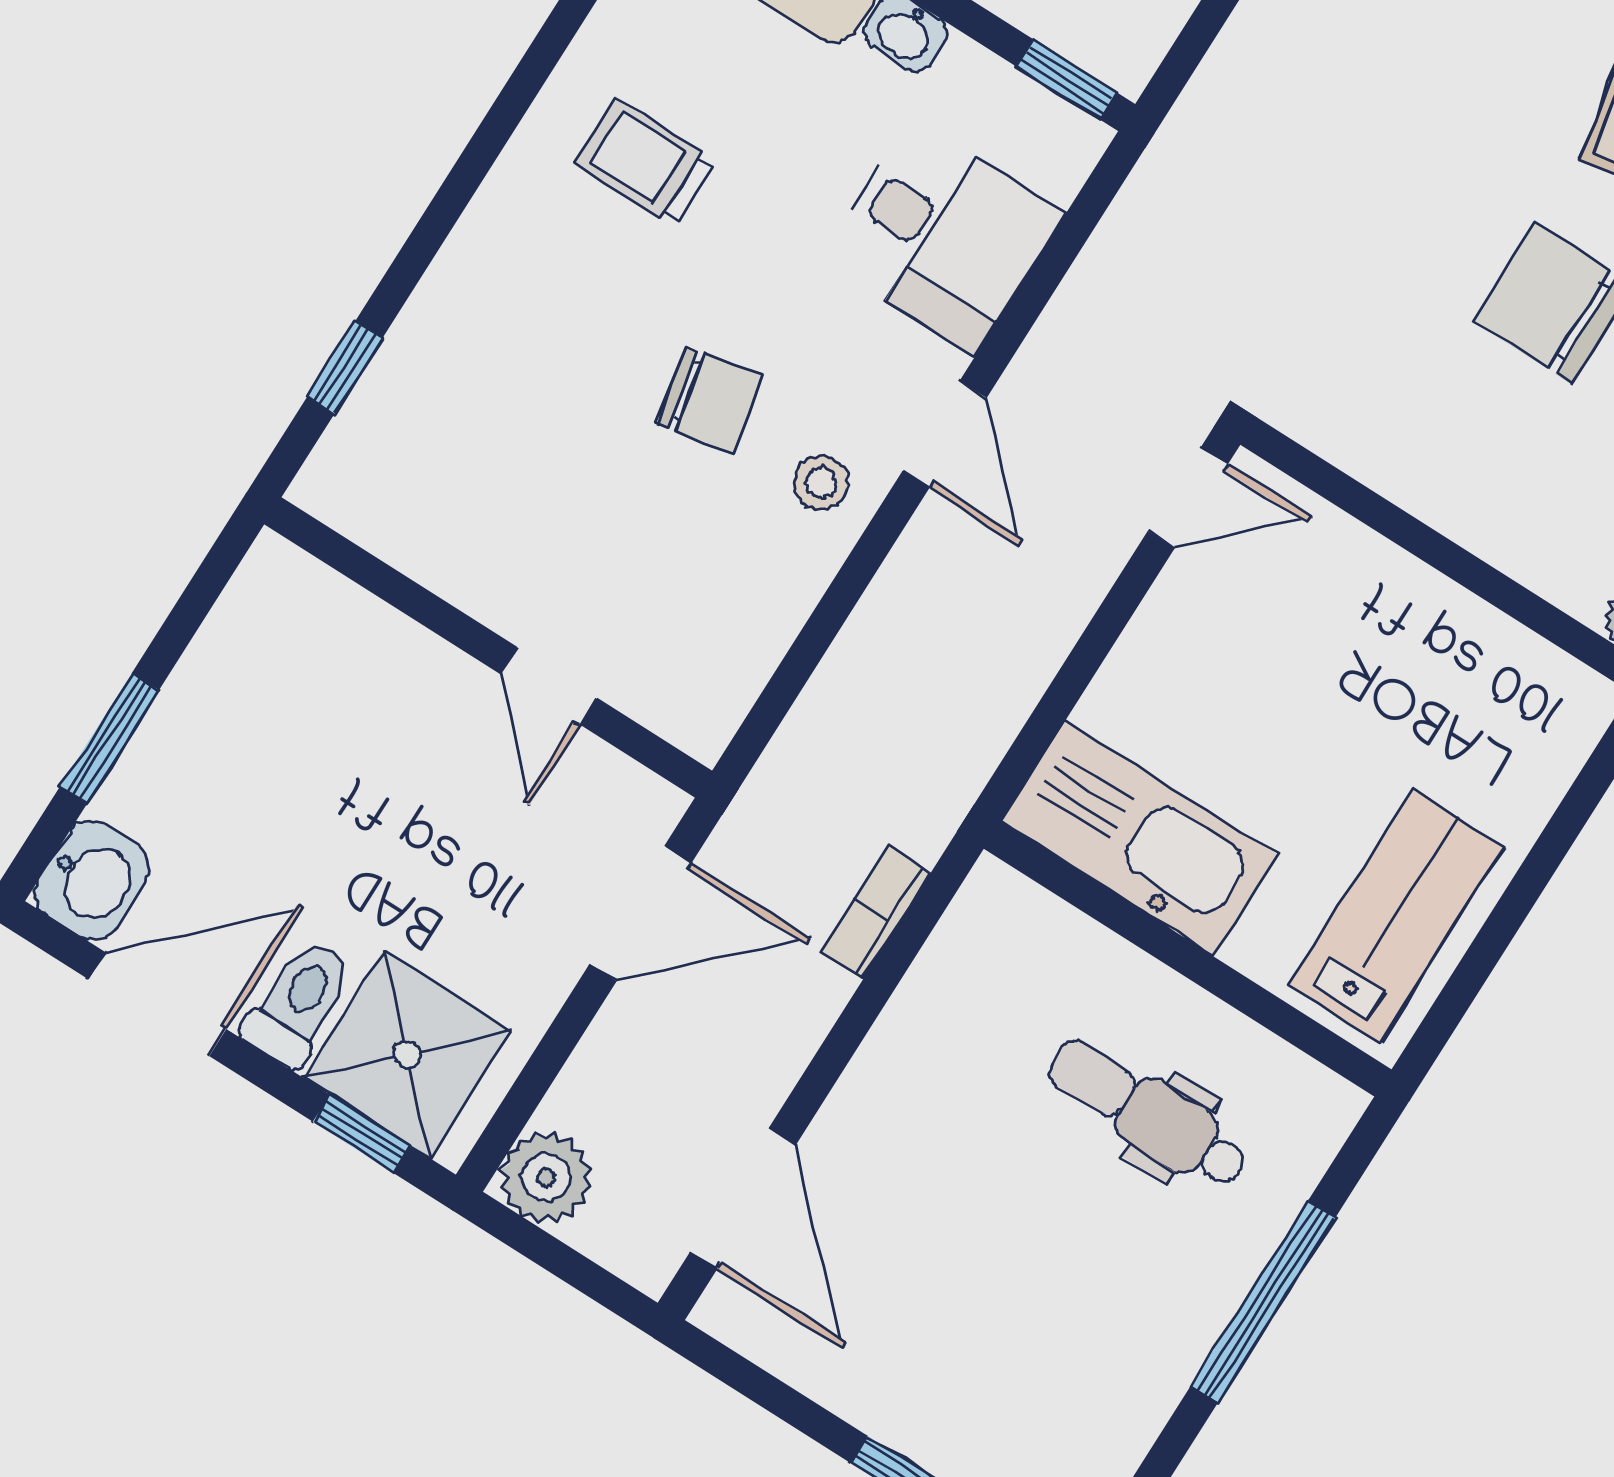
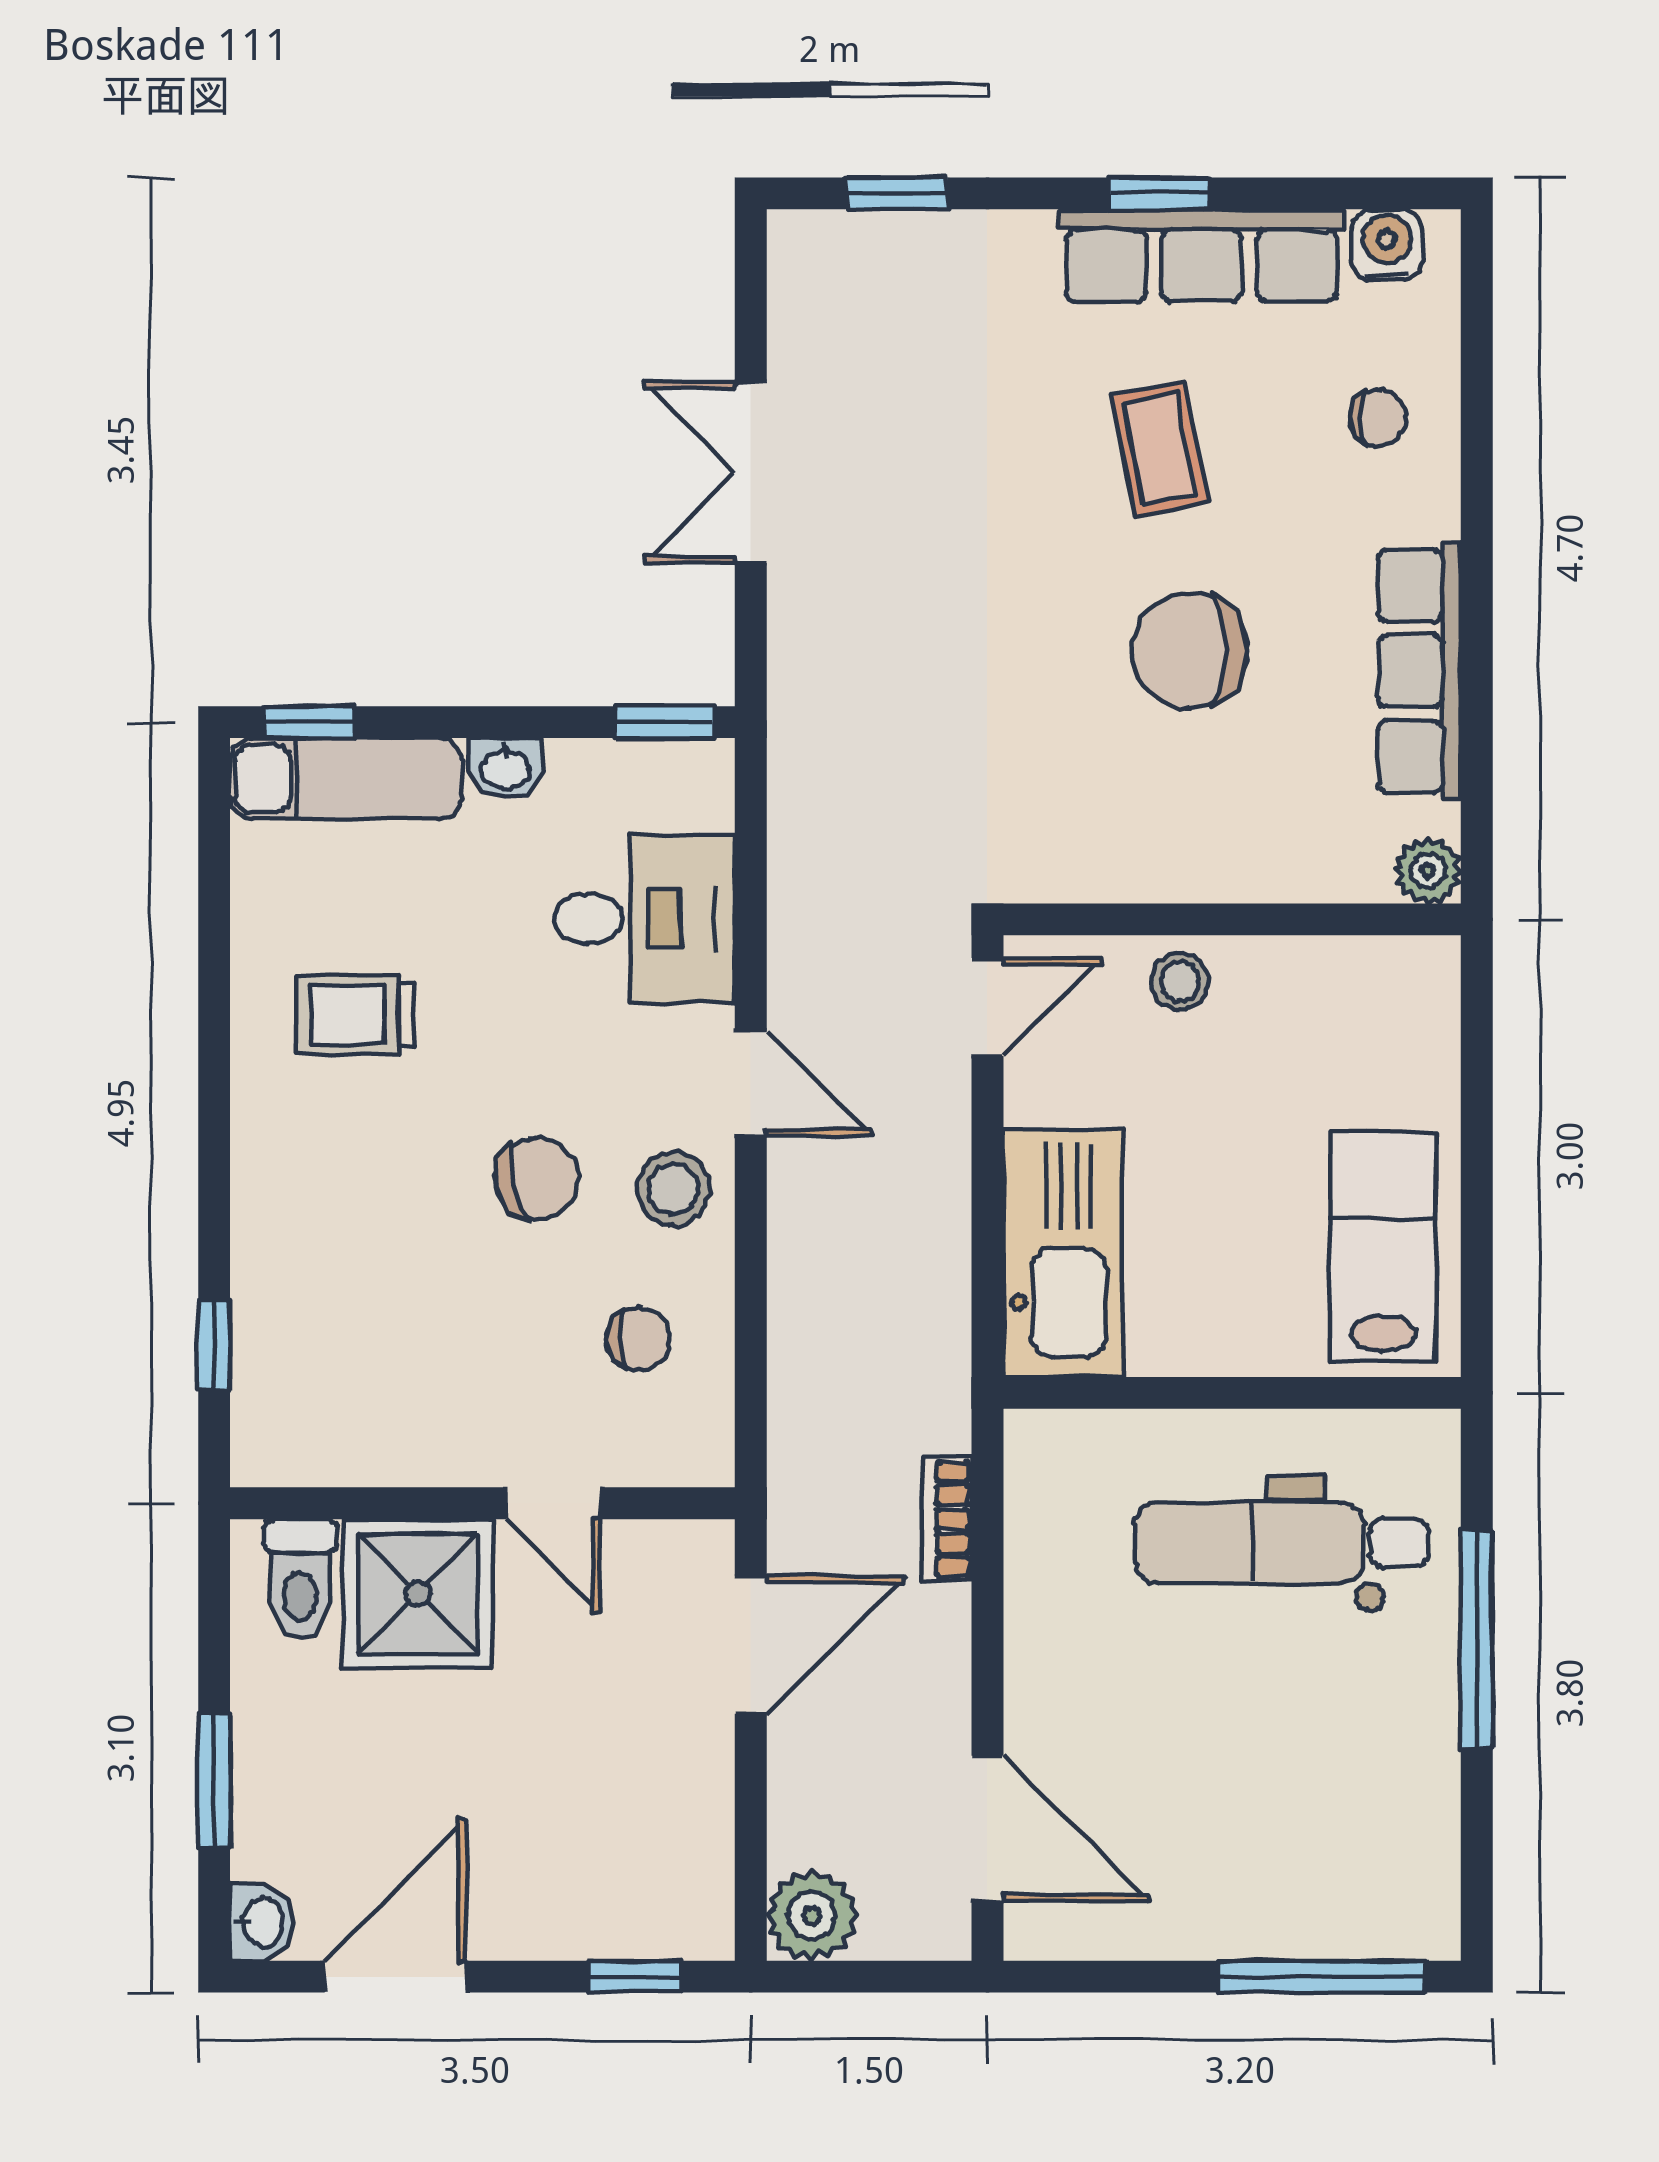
stool: (821, 483) -> (673, 1189), width x1.37, depth x1.37
stool: (1366, 580) -> (1180, 981), added
chair: (710, 591) -> (638, 1339), added
kitchen sink: (1139, 838) -> (1063, 1253), moved, turned 90
washbasin: (92, 880) -> (261, 1922), width x0.72, depth x0.69
toilet: (299, 1003) -> (300, 1579), moved, turned 180
shower: (407, 1054) -> (418, 1594), moved
dental chair: (1148, 1114) -> (1281, 1543), width x1.36, depth x1.38

